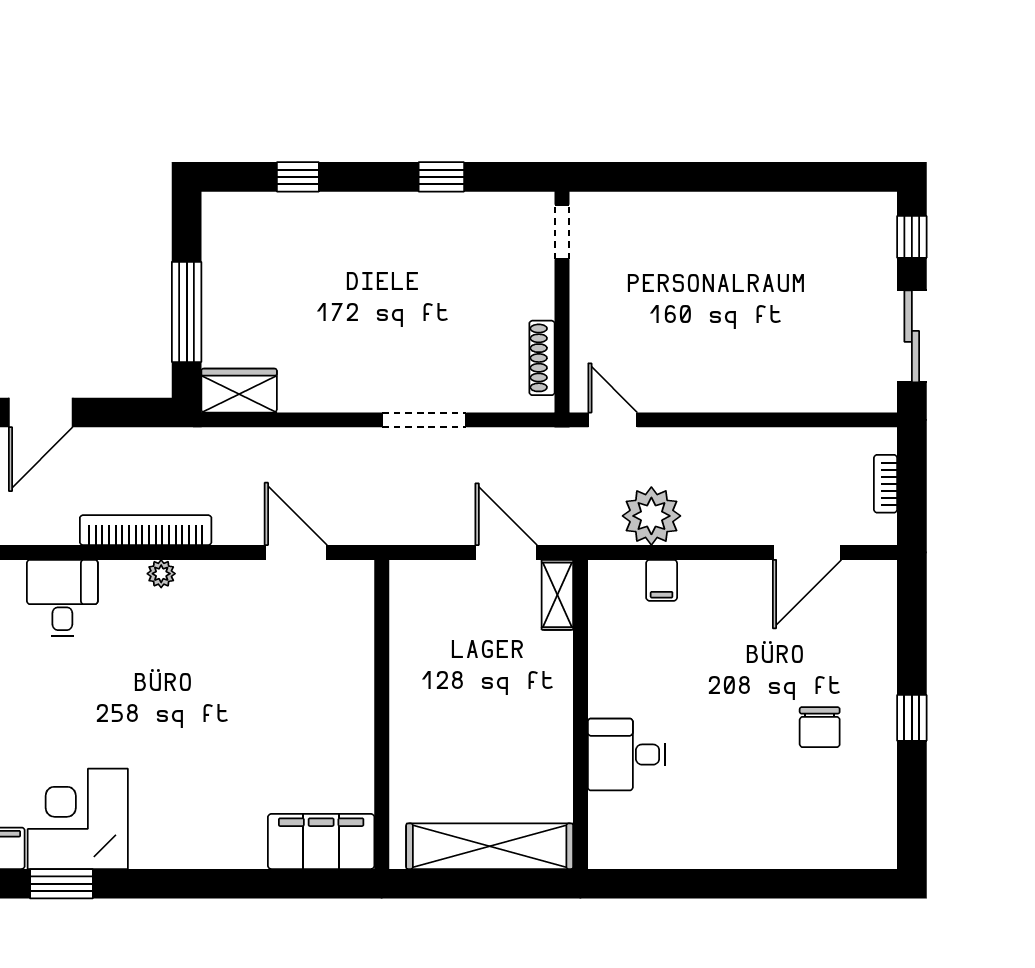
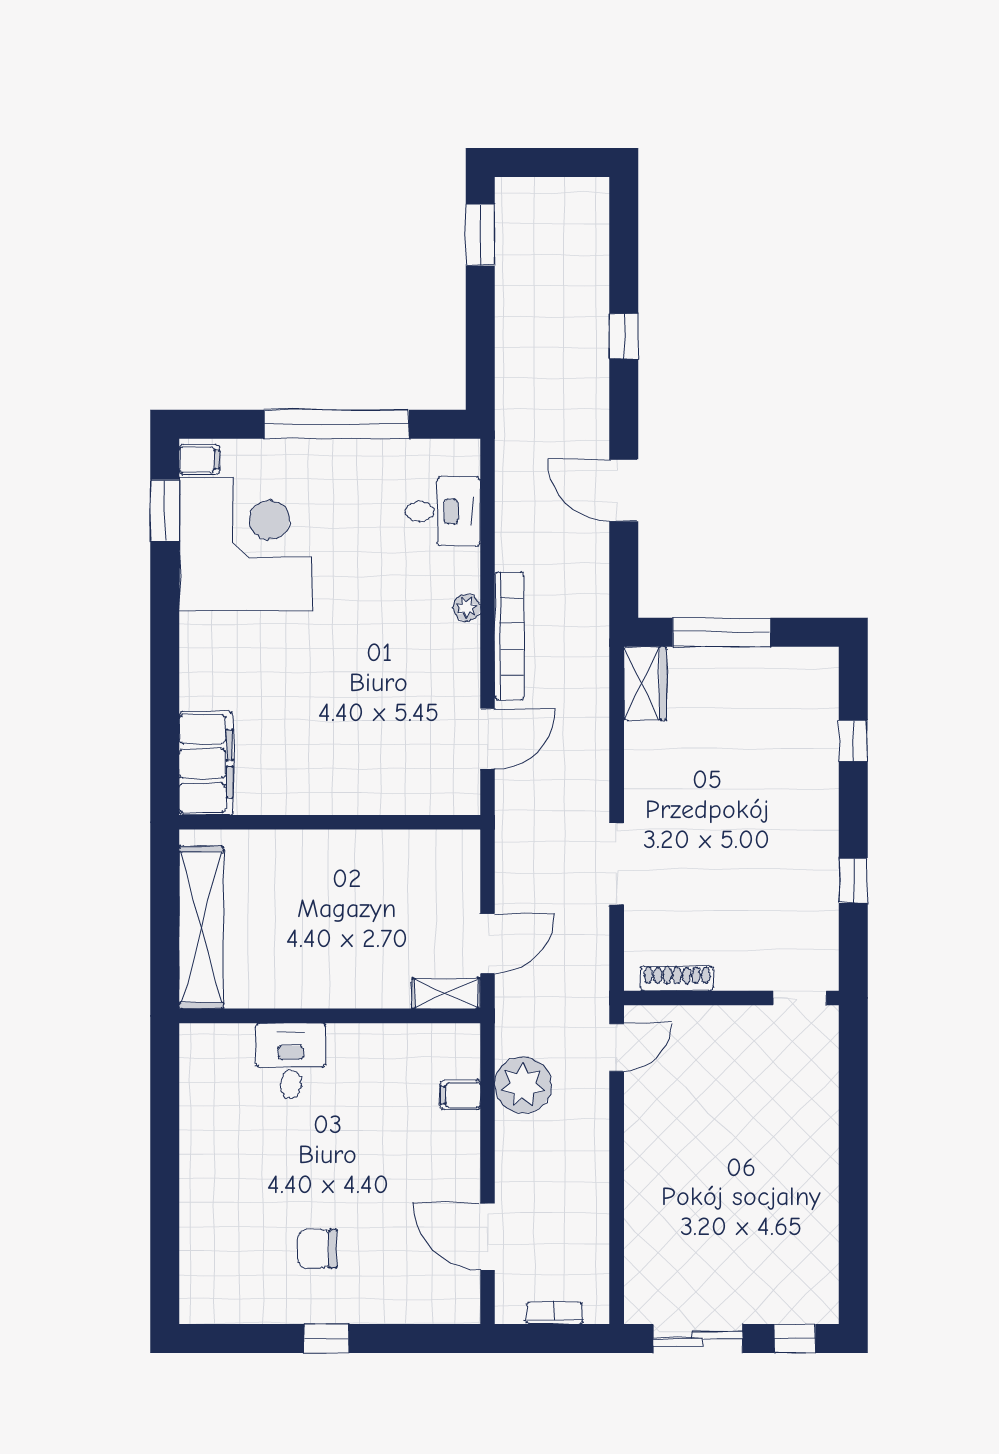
bookcase: (146, 530) -> (509, 636), moved
corner desk: (78, 819) -> (246, 544), width x1.36, depth x1.36

